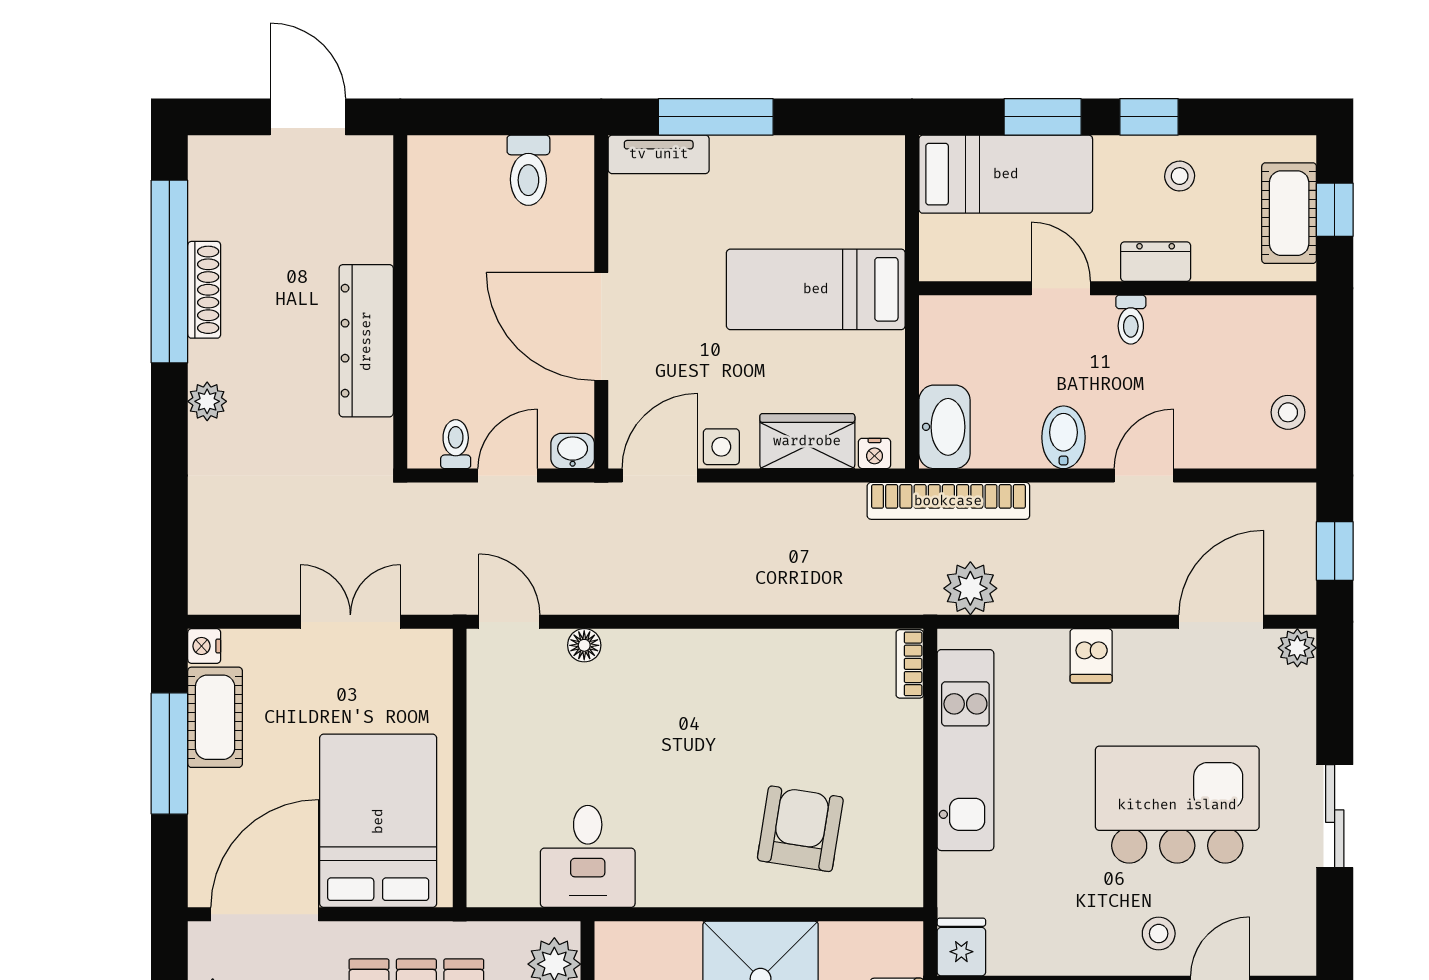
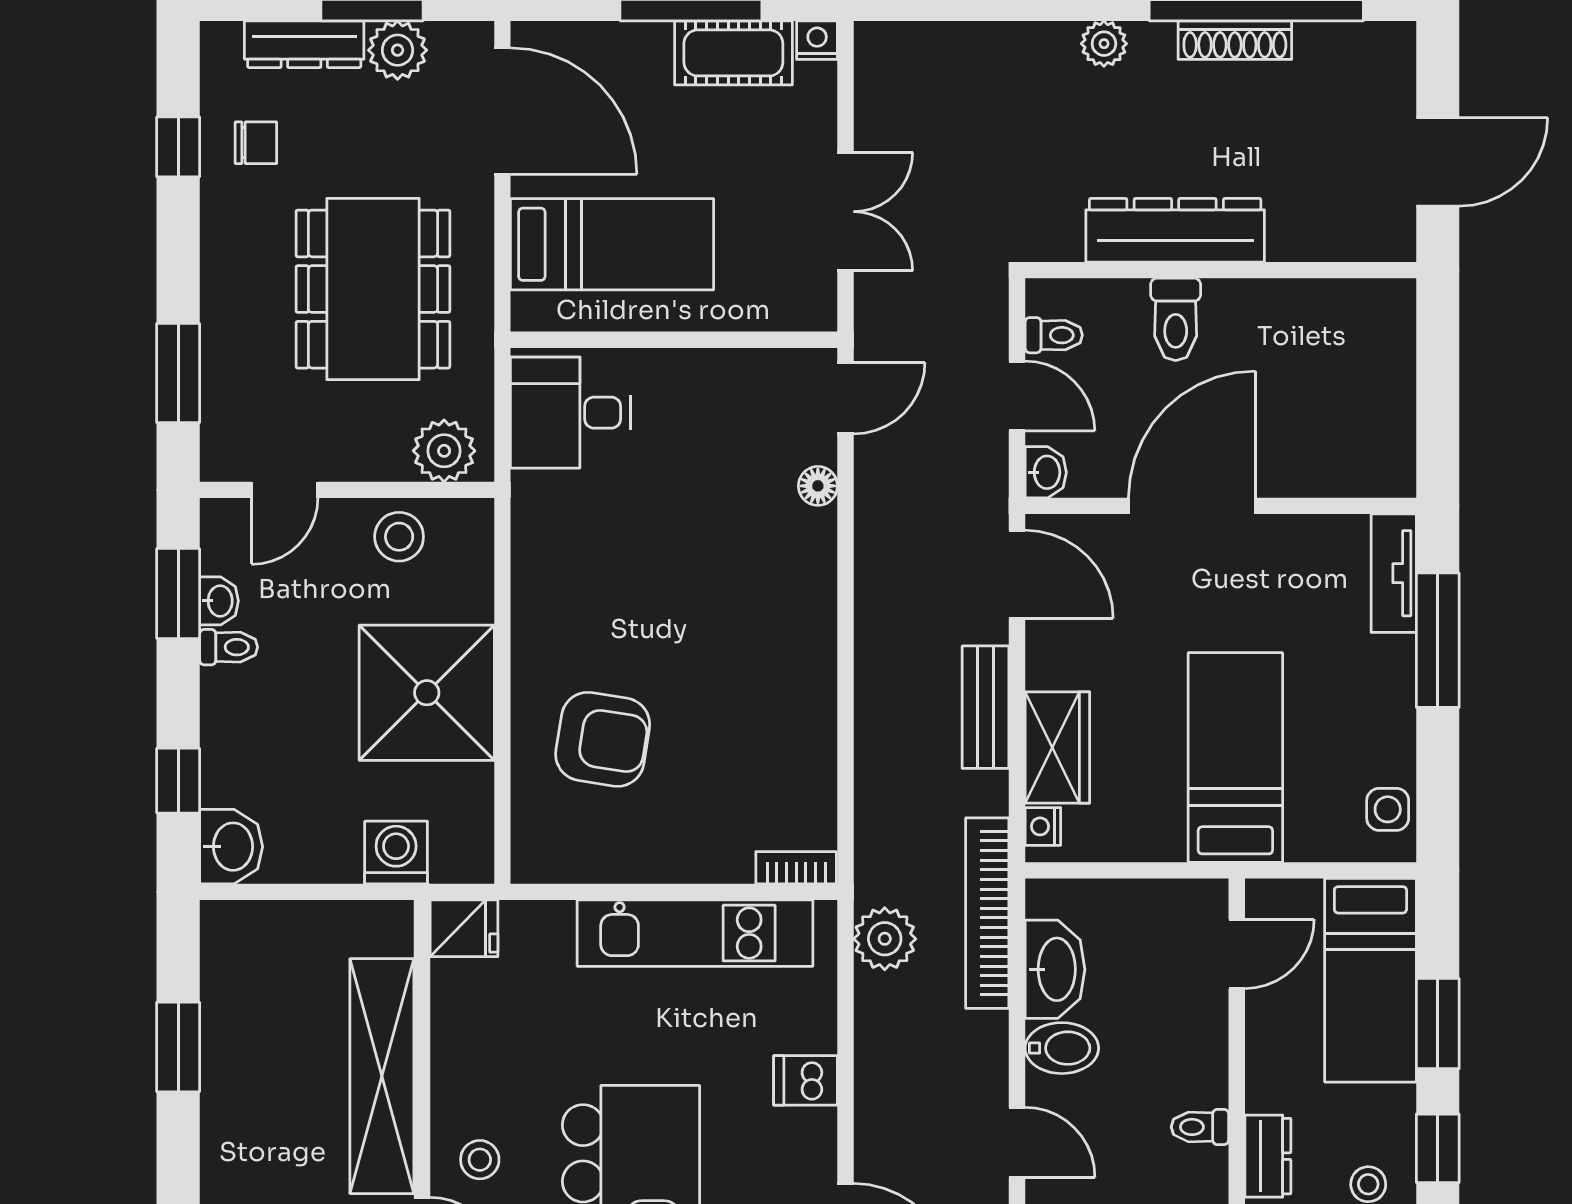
toilet: (528, 170) -> (1176, 319), moved, turned -90
door: (1061, 288) -> (1237, 954), moved
washbasin: (944, 427) -> (1055, 969), moved, turned -90
side table: (721, 447) -> (1388, 809), moved
bench: (773, 502) -> (986, 707), added
bed: (378, 821) -> (612, 244), width x0.67
desk: (588, 856) -> (570, 413), moved

